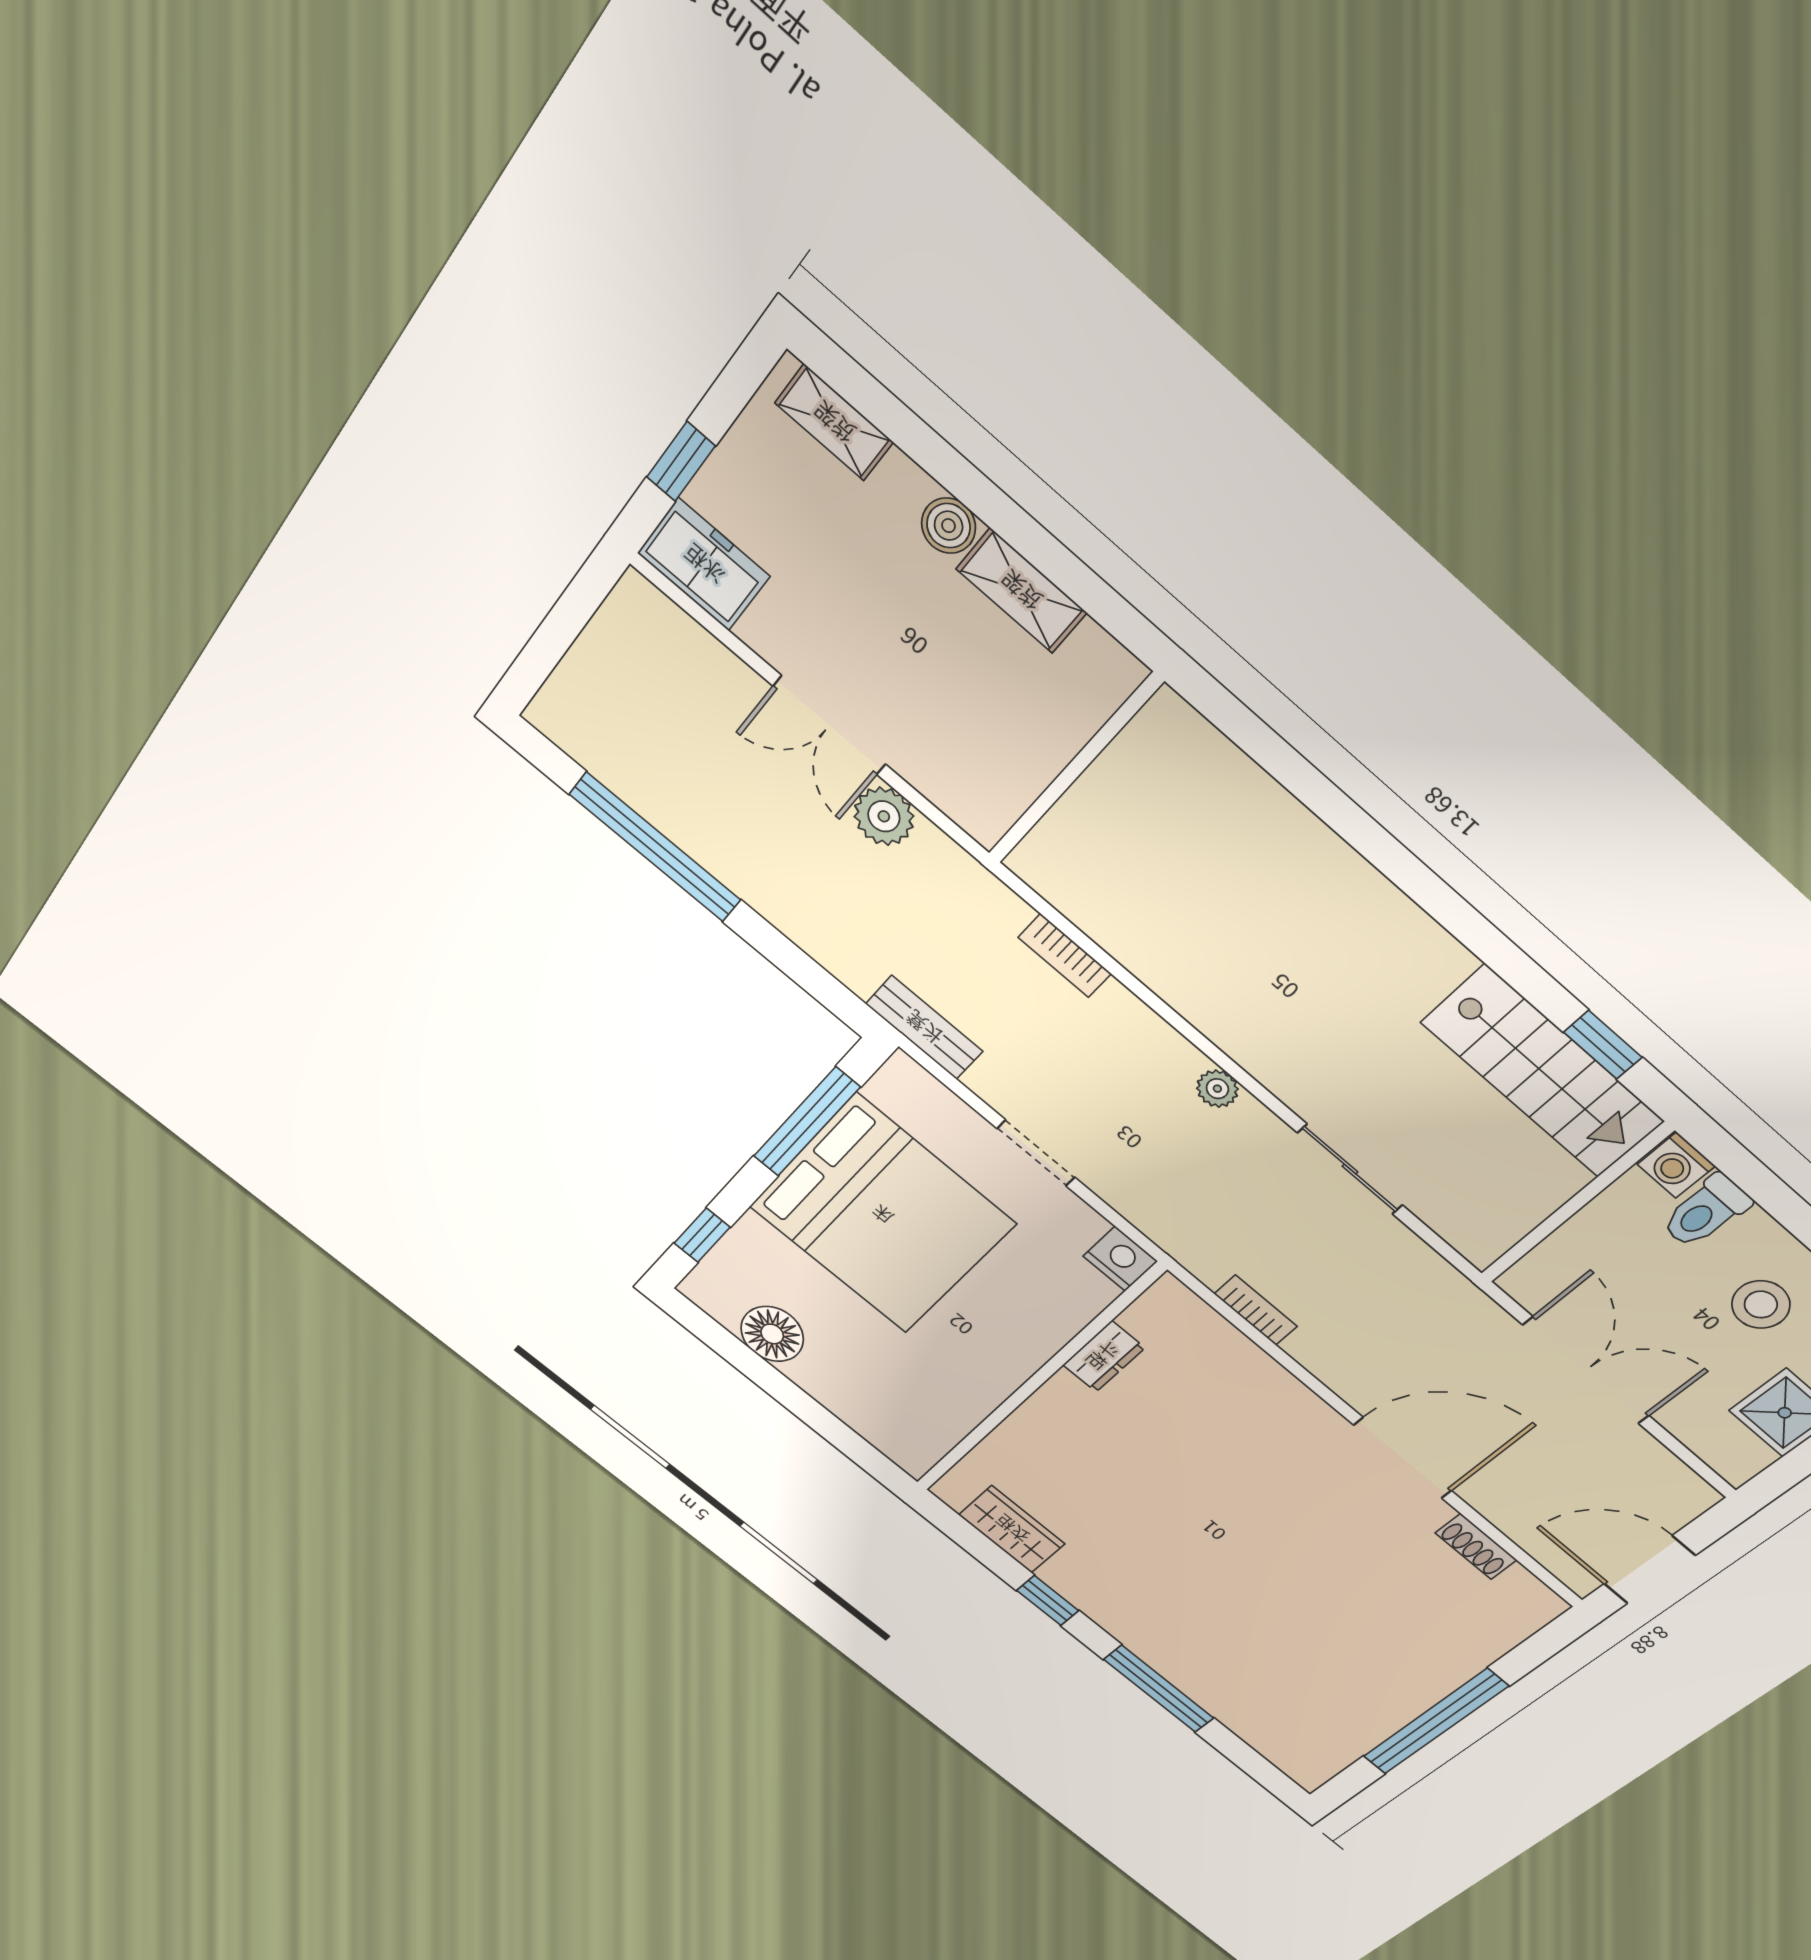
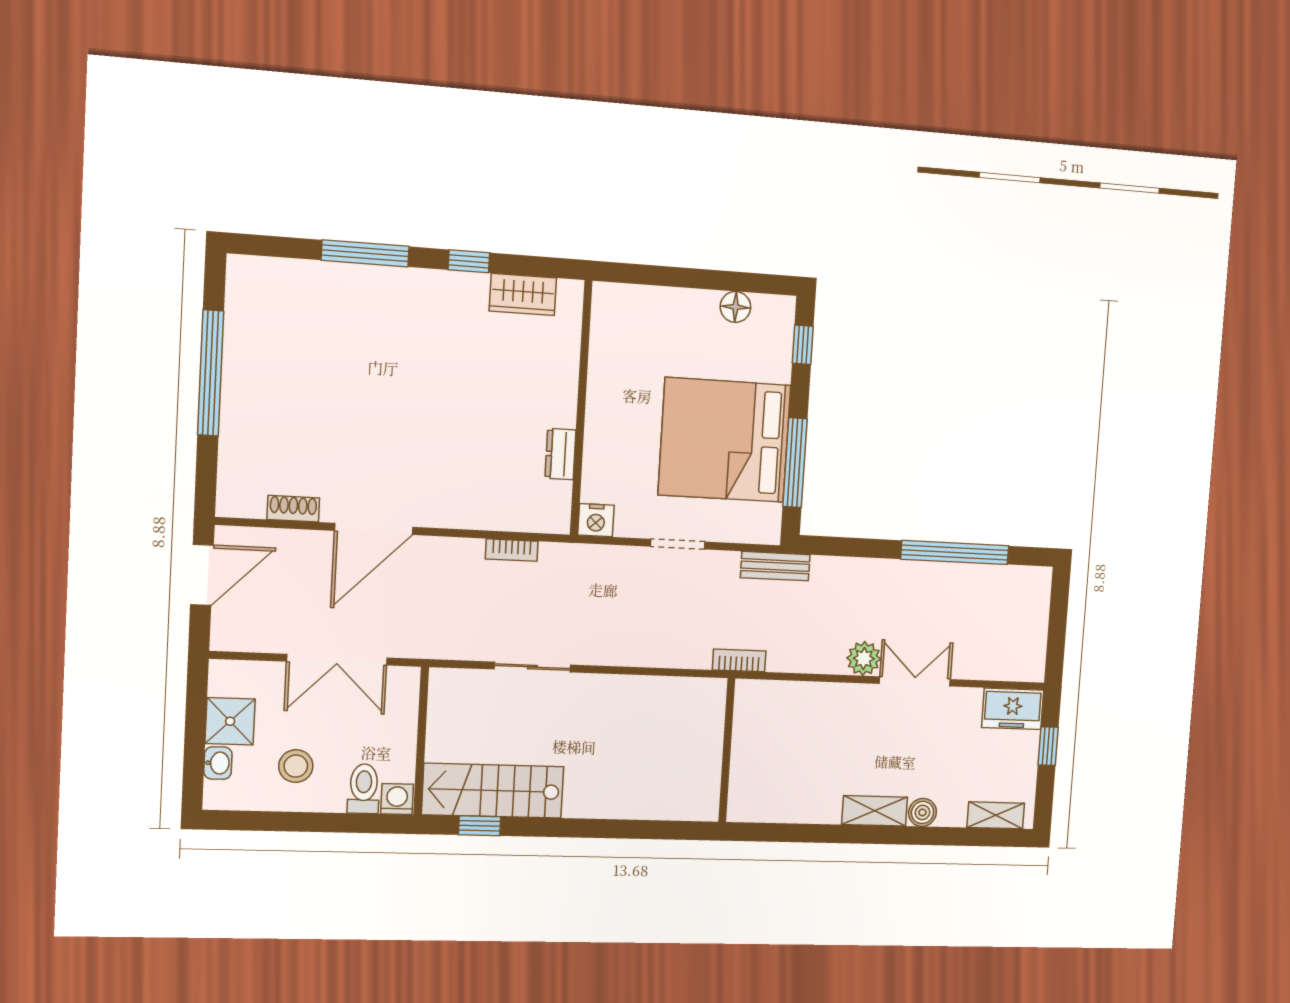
wall: (1074, 769) -> (727, 750), moved
plant: (1217, 1089) -> (623, 654), removed
floor lamp: (772, 1334) -> (735, 307), width x0.73, depth x0.73

